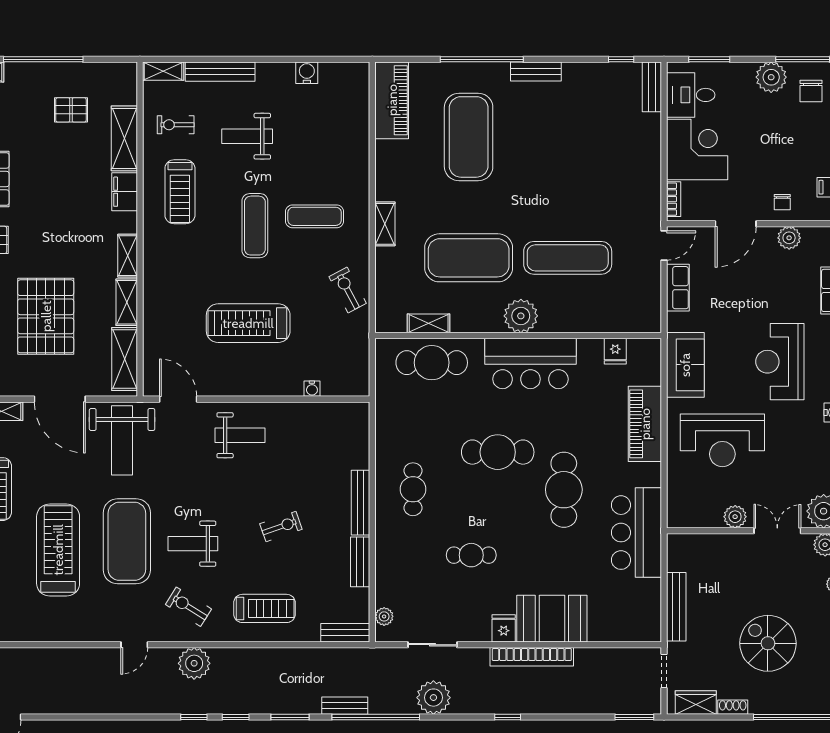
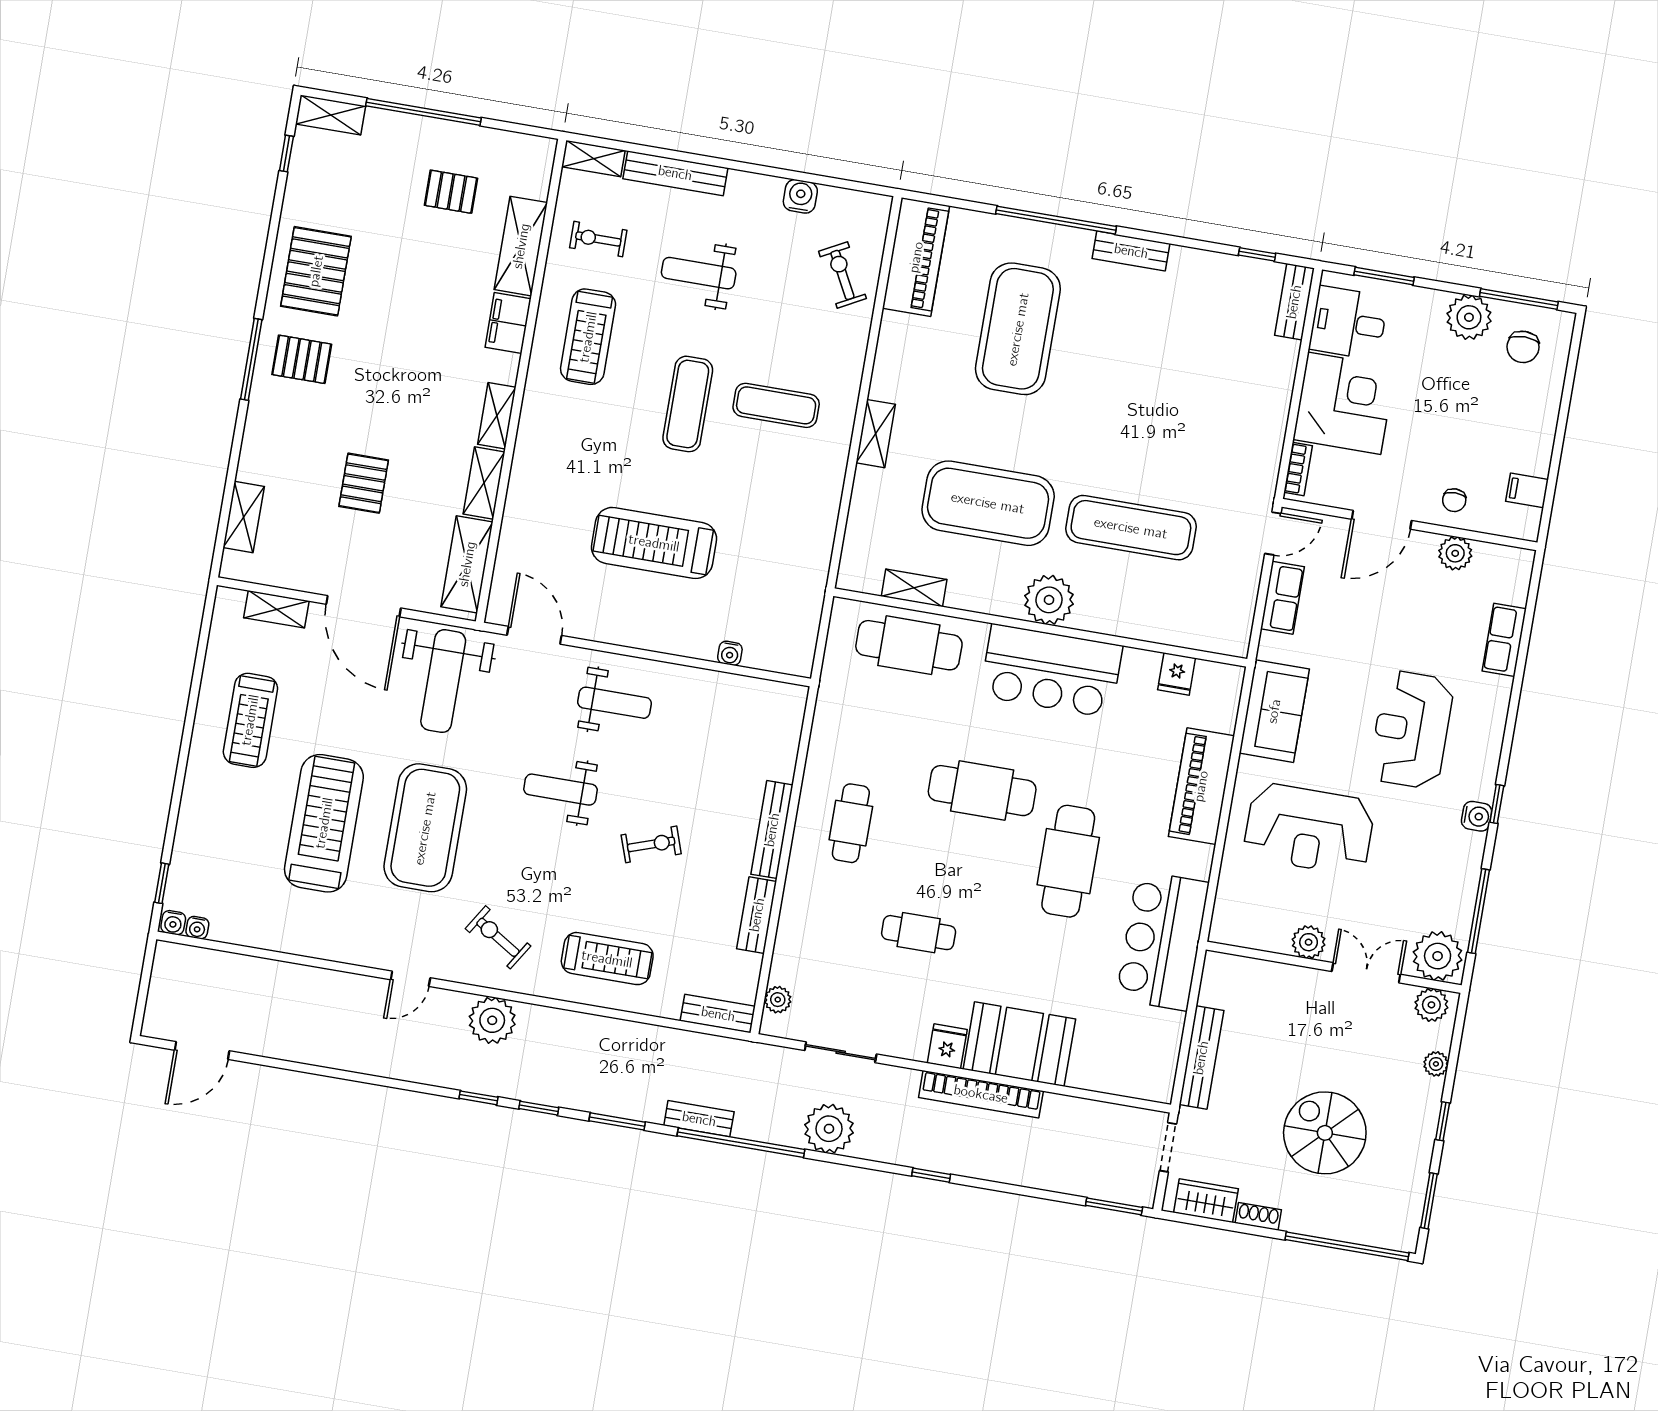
exercise bike: (348, 290) -> (842, 275), moved
pallet: (46, 316) -> (364, 483), width x0.49, depth x0.50
weight bench: (193, 544) -> (561, 790), moved

